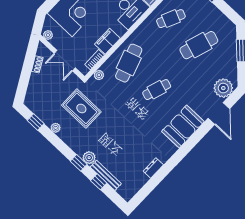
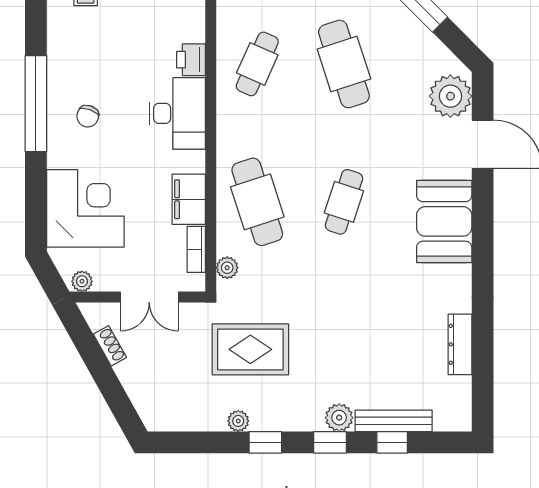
cafe table: (199, 45) -> (344, 64), turned -36
window: (36, 122) -> (265, 442), moved
dresser: (153, 168) -> (460, 344), width x1.44

